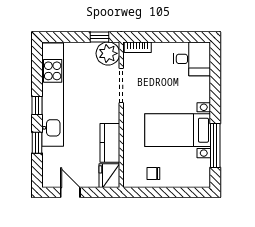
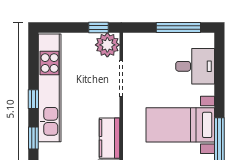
window: (176, 37) -> (178, 28), added
bookcase: (138, 47) -> (139, 38), removed
desk: (192, 59) -> (195, 66), moved

